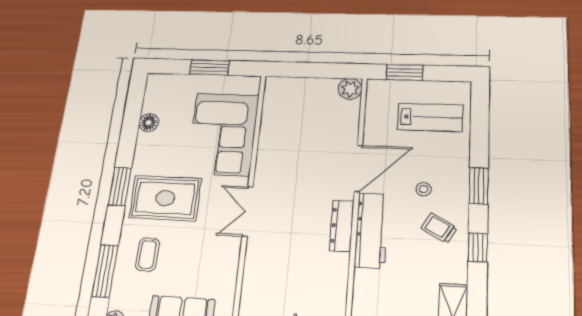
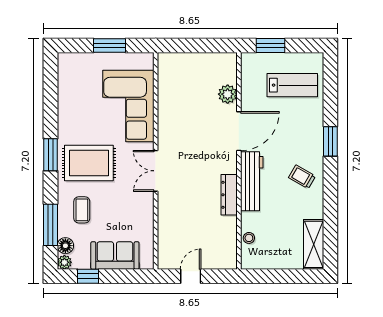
plant: (350, 89) -> (228, 94), moved
floor lamp: (149, 123) -> (65, 246), moved
stool: (424, 189) -> (249, 238), moved
dresser: (342, 226) -> (229, 195), moved
window: (478, 247) -> (330, 190), removed

